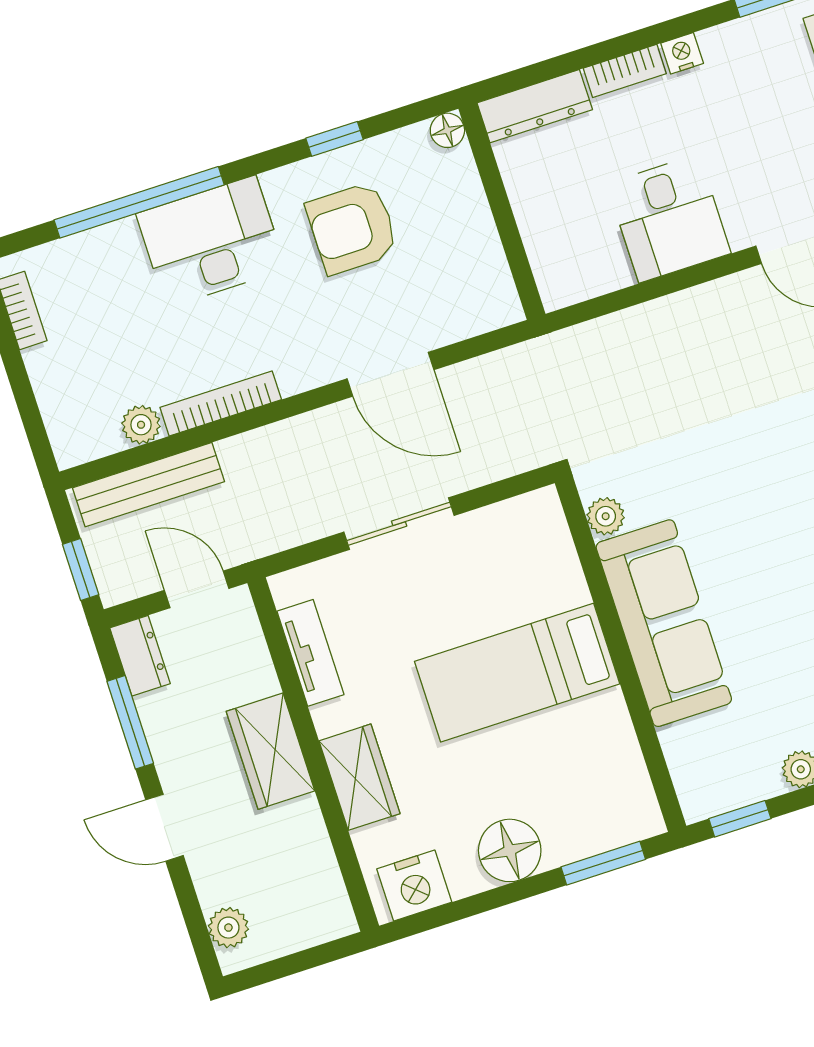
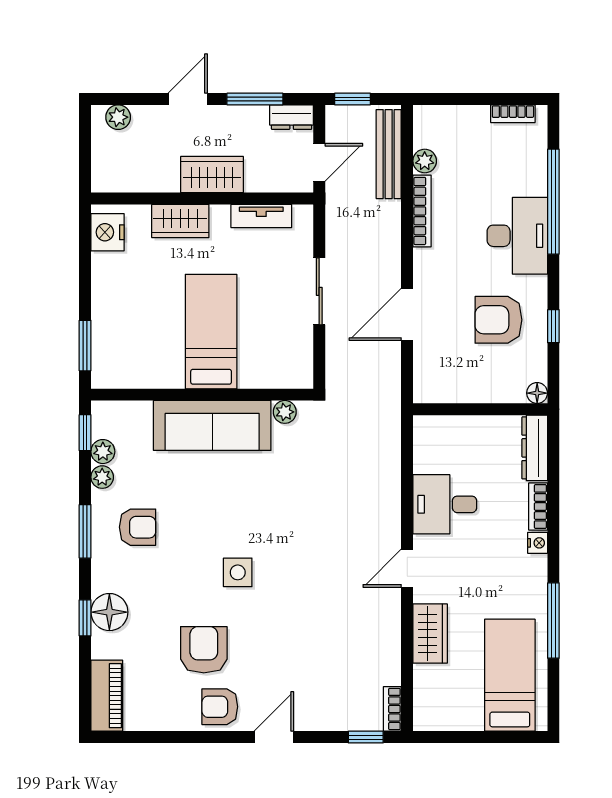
armchair: (352, 228) -> (498, 320), turned -90
plant: (760, 781) -> (103, 452), added
floor lamp: (510, 850) -> (110, 294), removed

